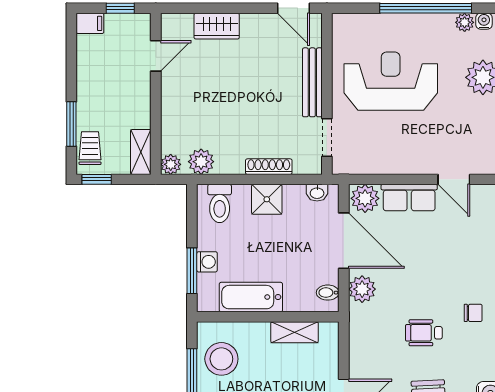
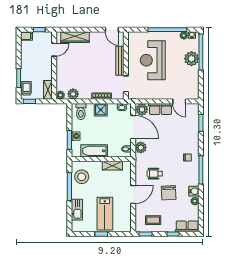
wardrobe: (217, 26) -> (75, 37), width x1.50
reception desk: (391, 81) -> (153, 60), turned -90
wheelchair: (424, 333) -> (155, 174), moved

